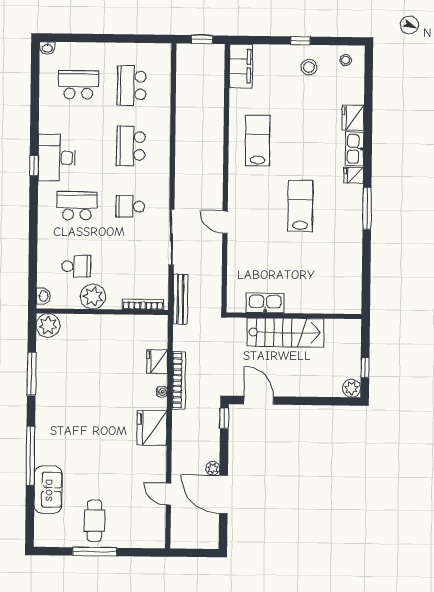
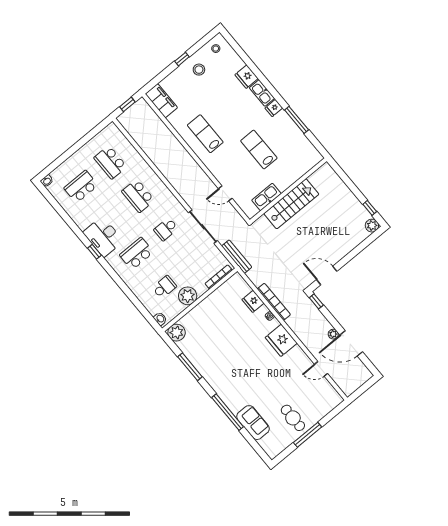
kitchen sink: (265, 303) -> (266, 197), moved
wall: (294, 316) -> (288, 191), moved
stairs: (285, 332) -> (291, 204), moved

